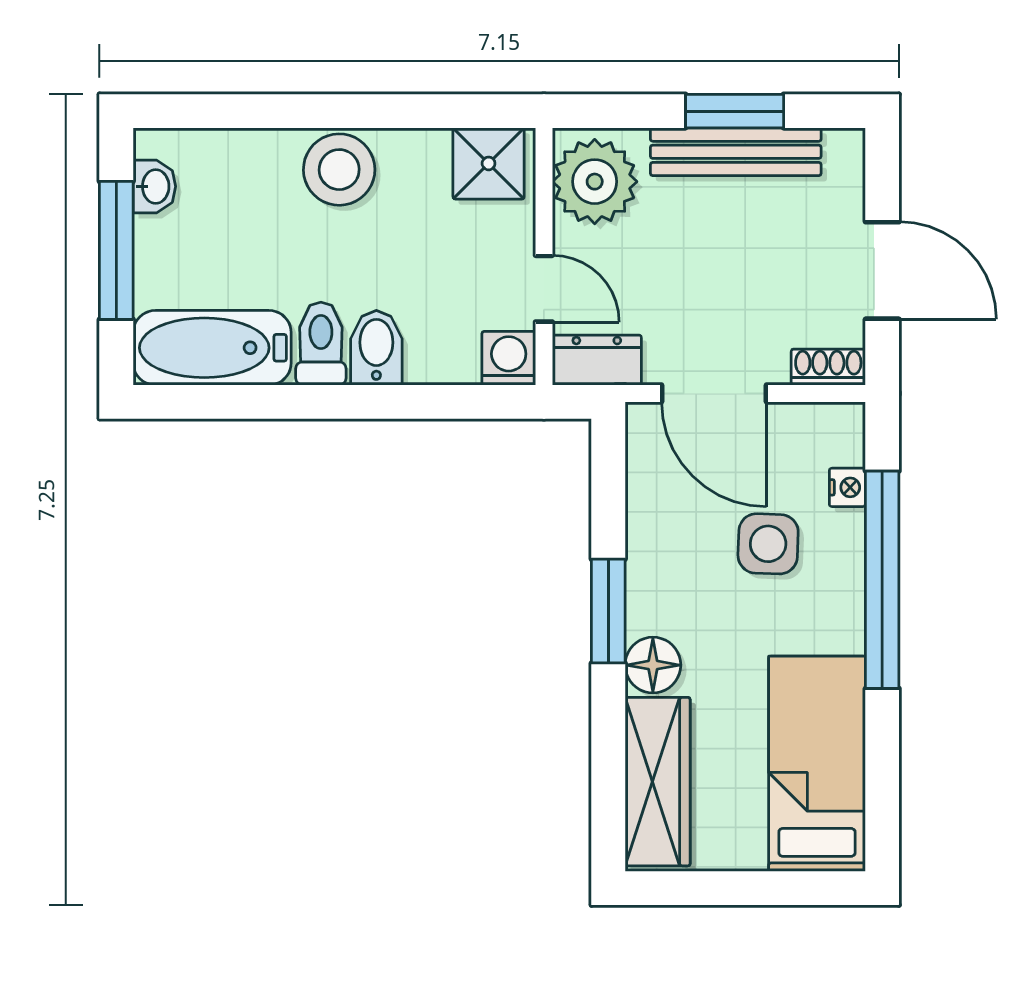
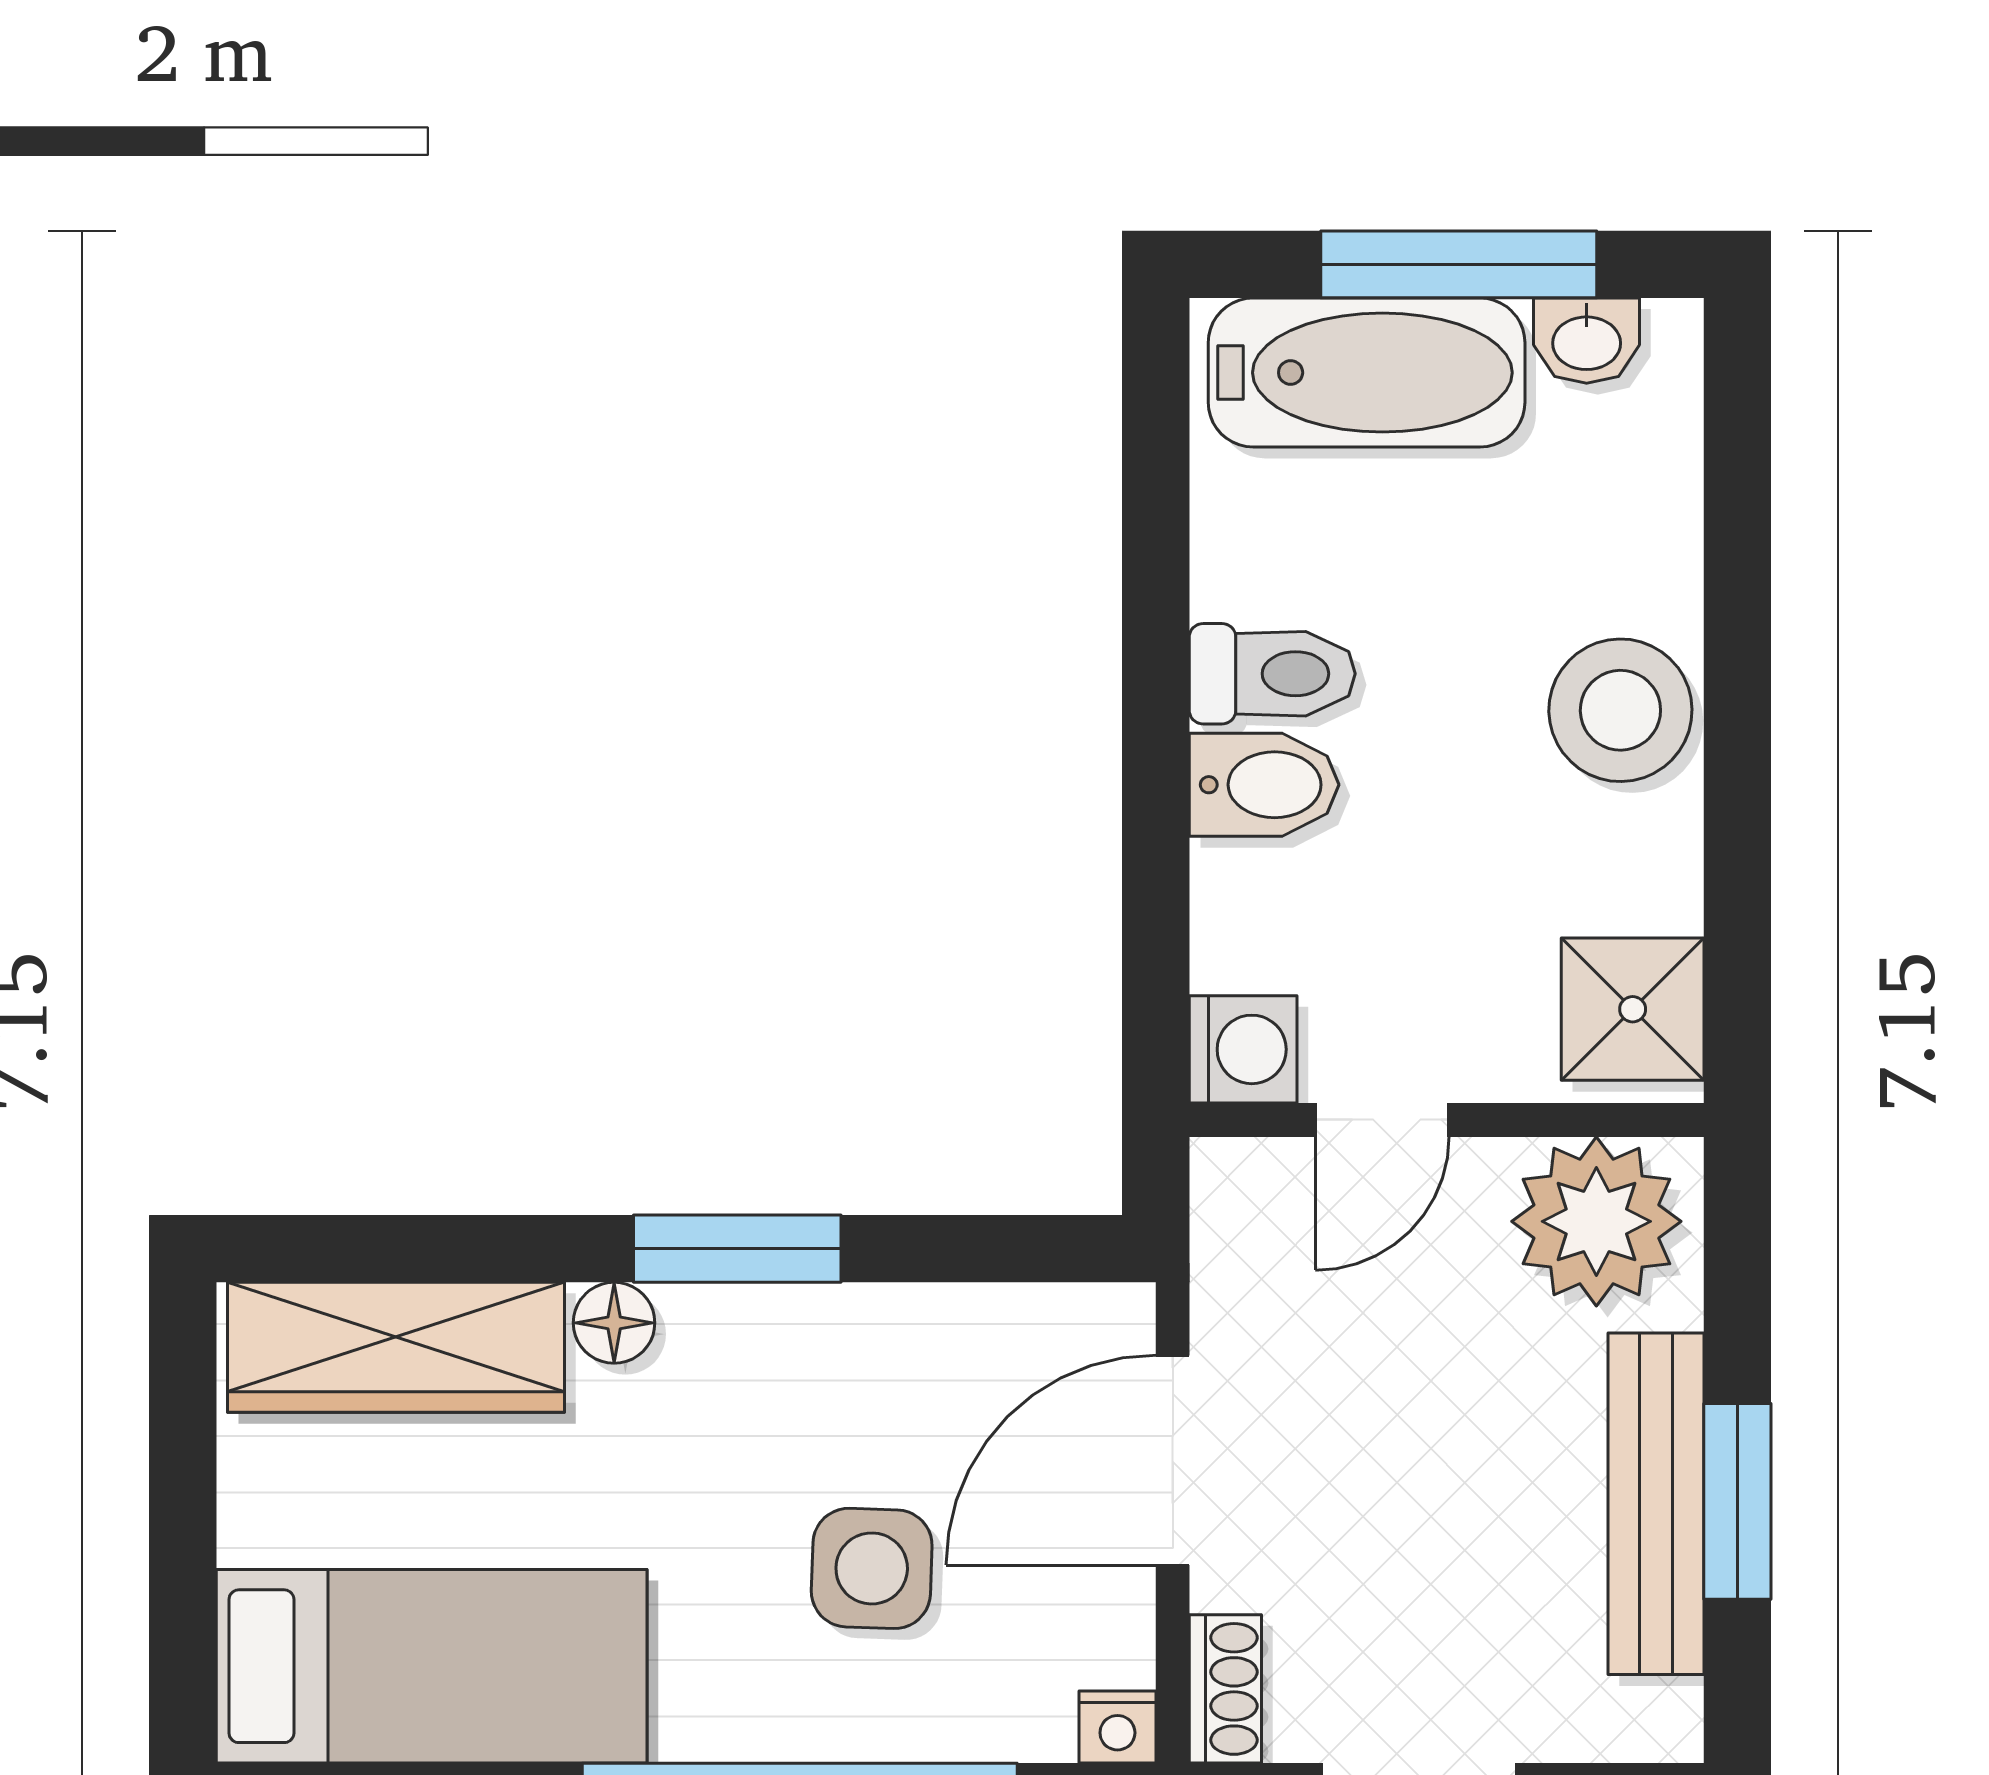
bathtub: (212, 348) -> (1367, 373), moved, turned 90
dresser: (597, 360) -> (1239, 1226), removed
nightstand: (847, 487) -> (1117, 1727), moved
floor lamp: (653, 665) -> (614, 1323), width x0.73, depth x0.73

